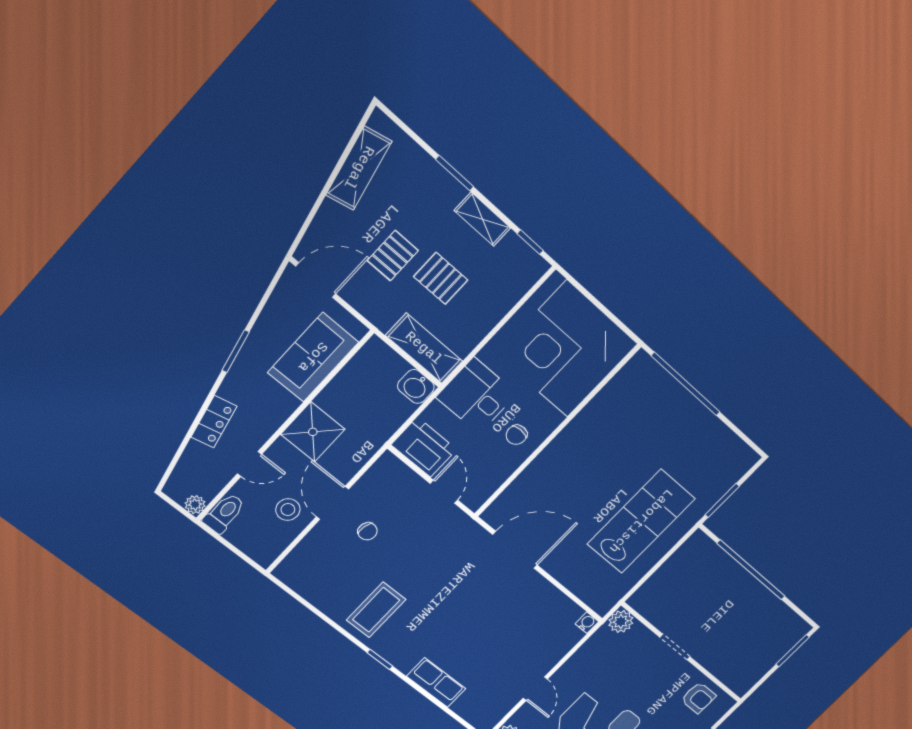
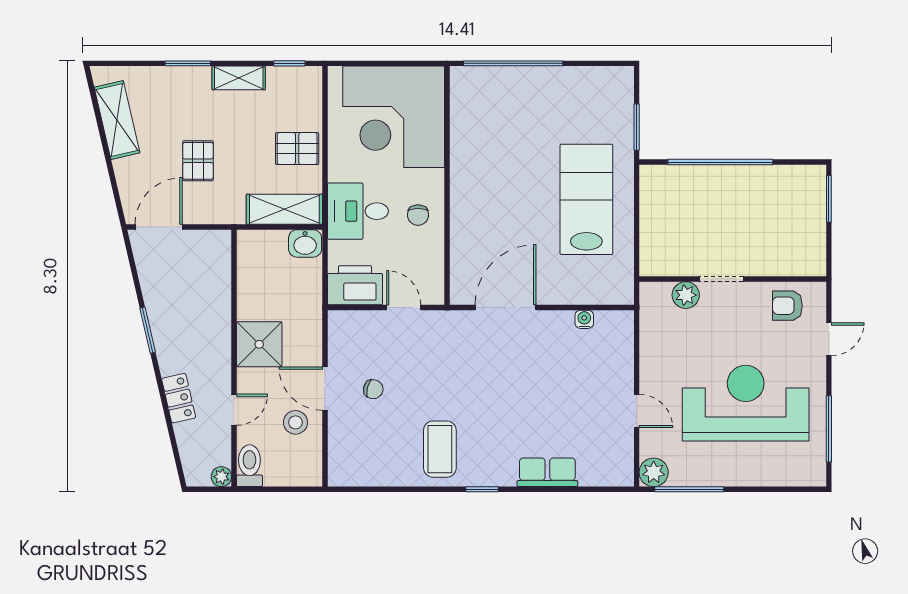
pallet: (441, 278) -> (297, 149), moved
sofa: (313, 357) -> (208, 286), removed
plant: (621, 622) -> (686, 295), moved
water cooler: (587, 623) -> (584, 319), moved
armchair: (698, 698) -> (787, 306), turned 180

